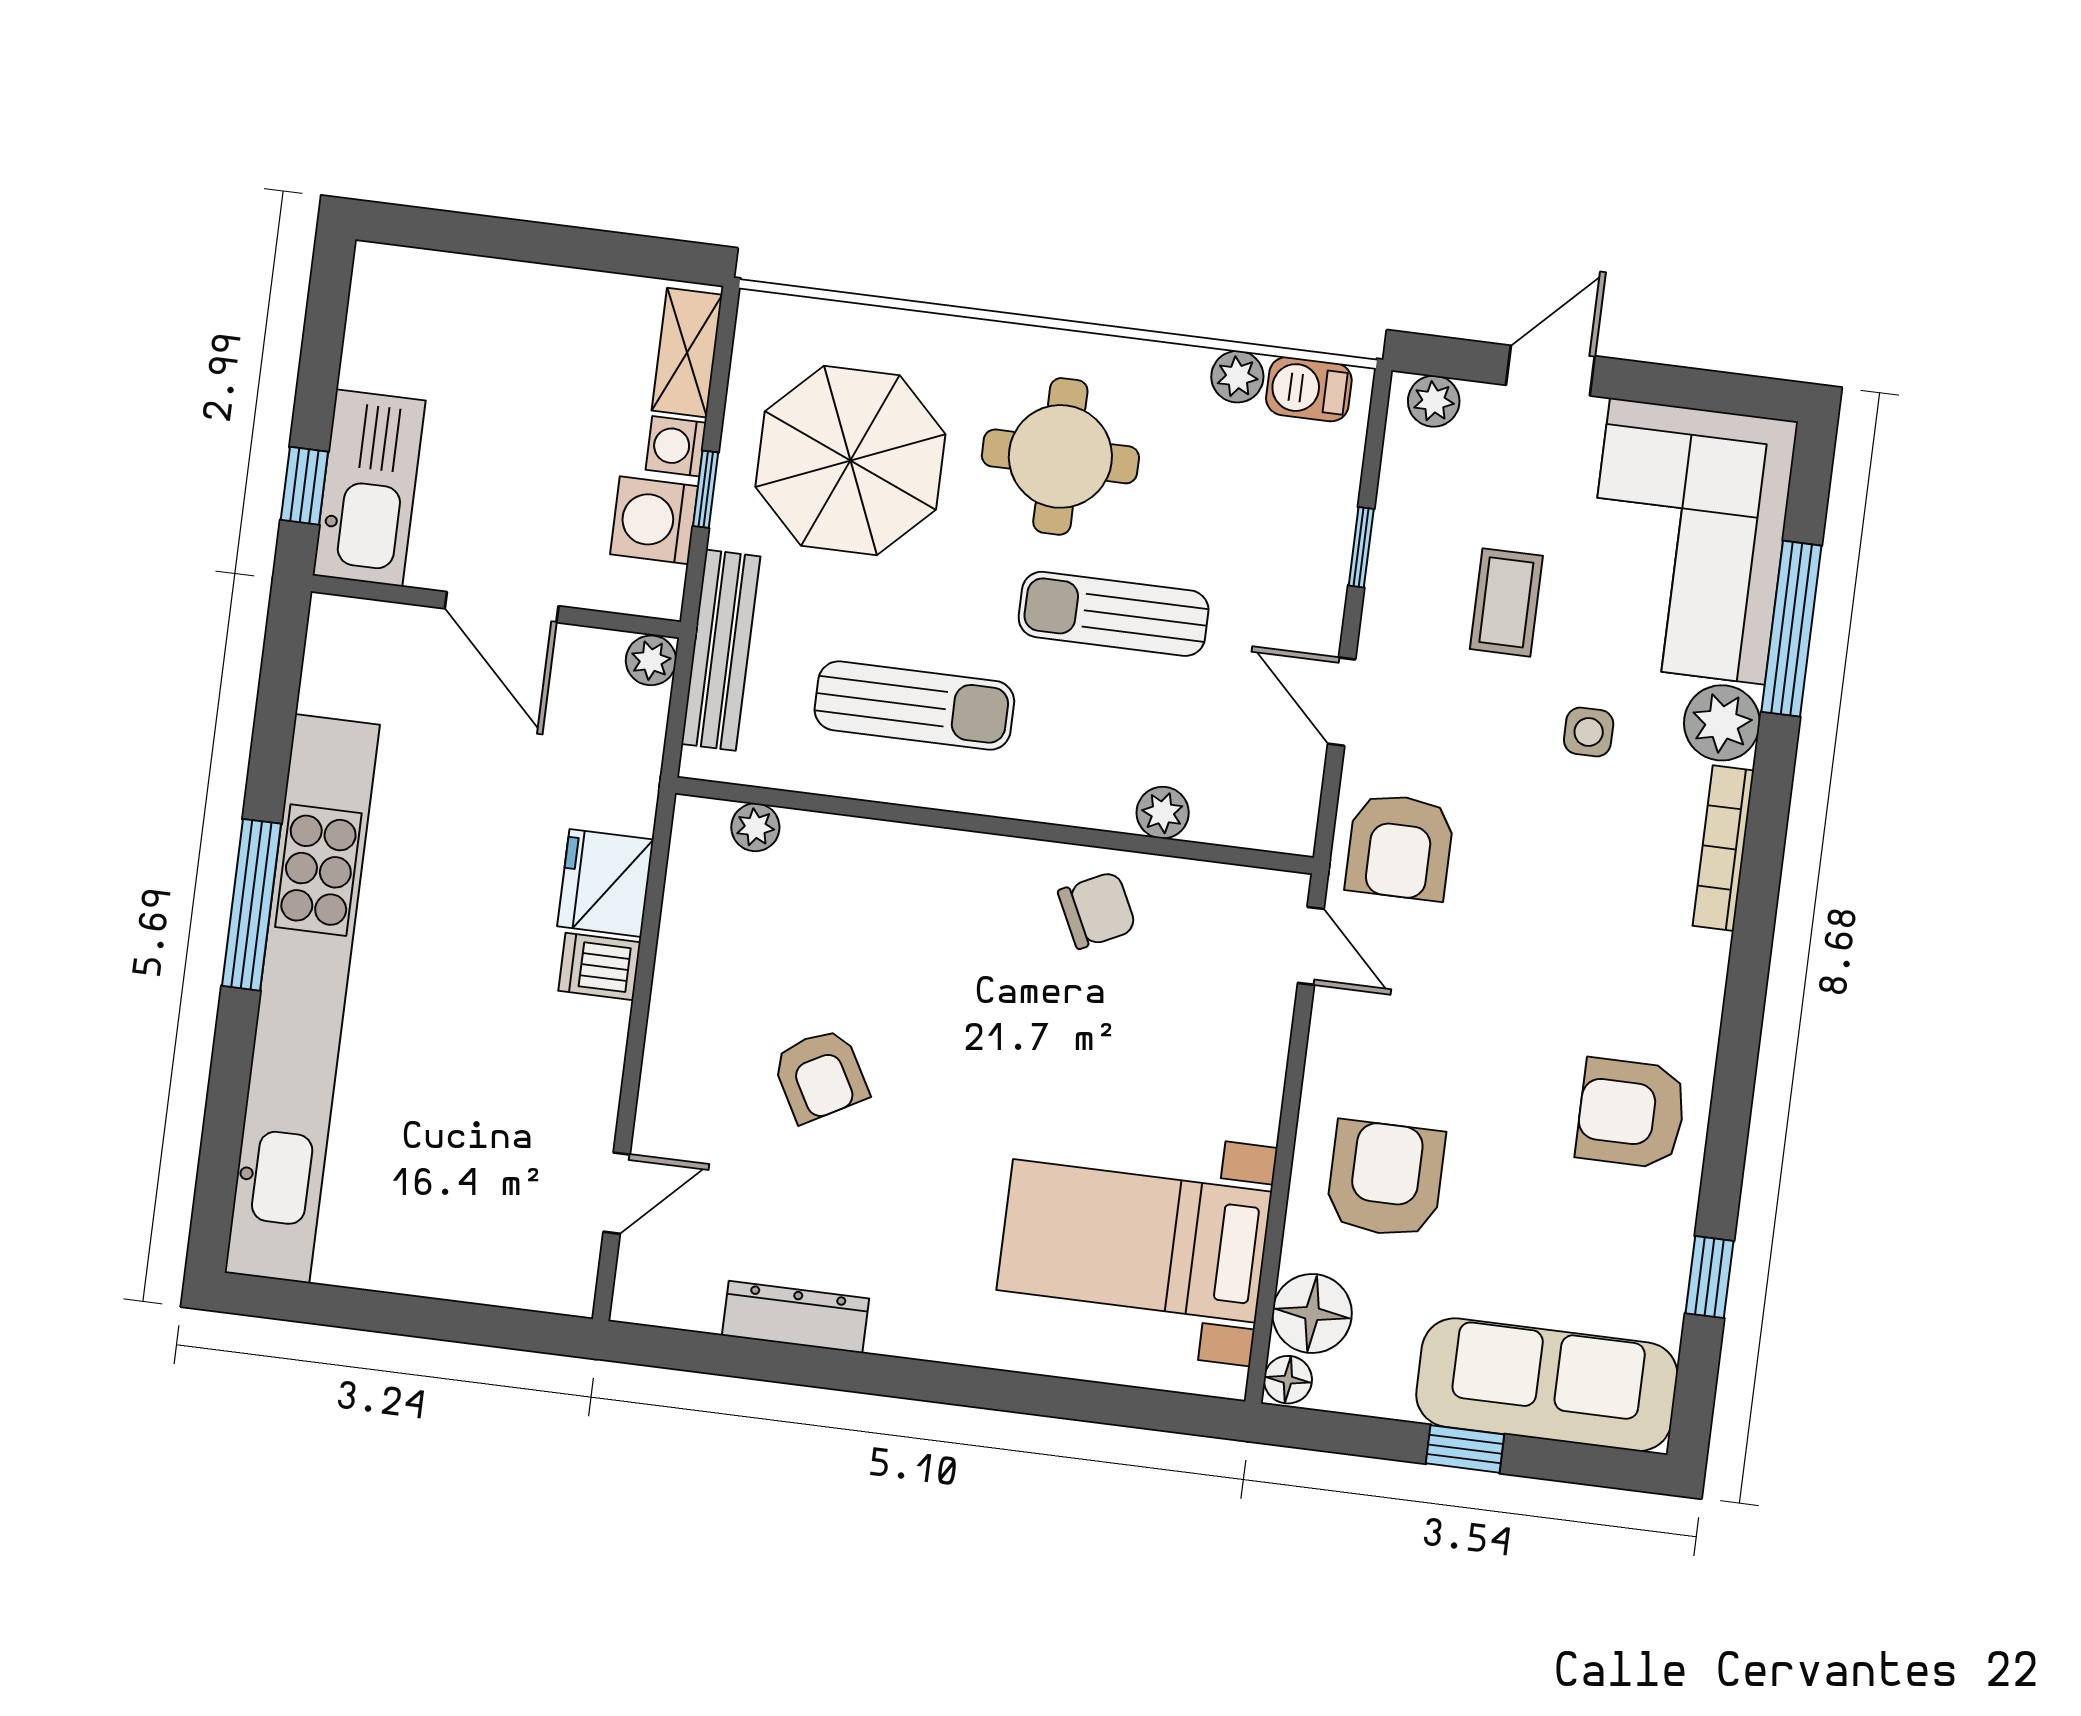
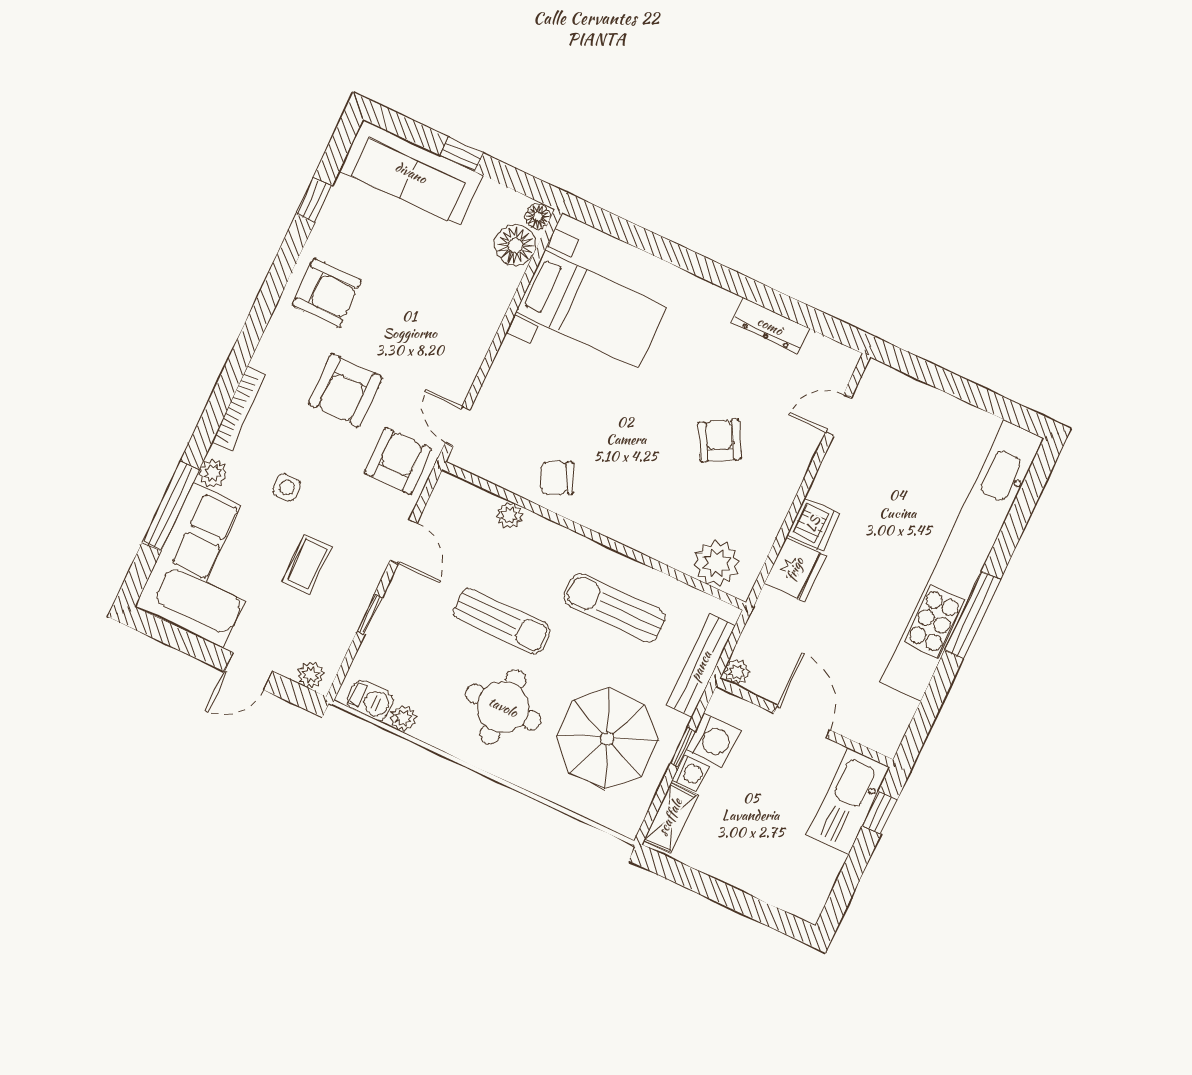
plant: (1722, 723) -> (213, 473), width x0.73, depth x0.73
plant: (755, 827) -> (717, 563), width x1.87, depth x1.87
dishwasher: (599, 966) -> (813, 524), width x1.38
armchair: (1385, 1179) -> (345, 390), moved

